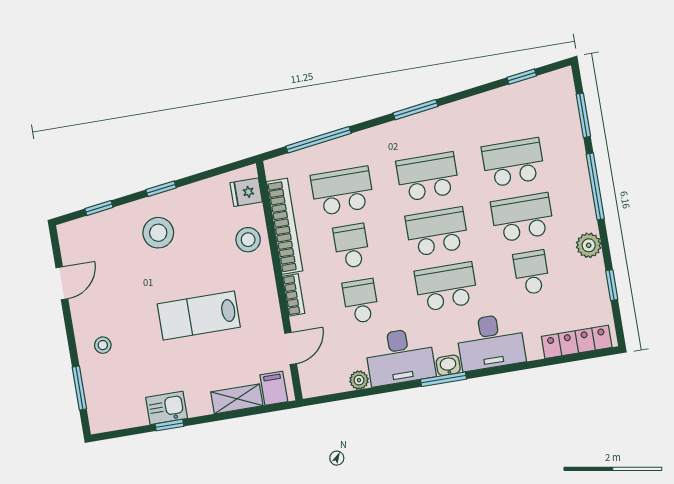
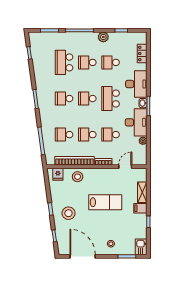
school desk: (428, 177) -> (64, 99), width x0.54
school desk: (342, 191) -> (64, 135), width x0.54
school desk: (522, 217) -> (87, 62), width x0.54
school desk: (437, 232) -> (87, 99), width x0.54
door: (62, 283) -> (83, 256), width x1.88
lab bench: (199, 315) -> (105, 202), turned -90
locker: (577, 342) -> (142, 54), width x0.66
door: (291, 348) -> (125, 167), hinge flipped
filing cabinet: (274, 388) -> (140, 208), moved
kitchen sink: (167, 408) -> (141, 247), moved

